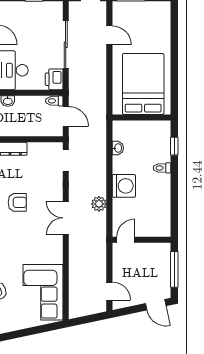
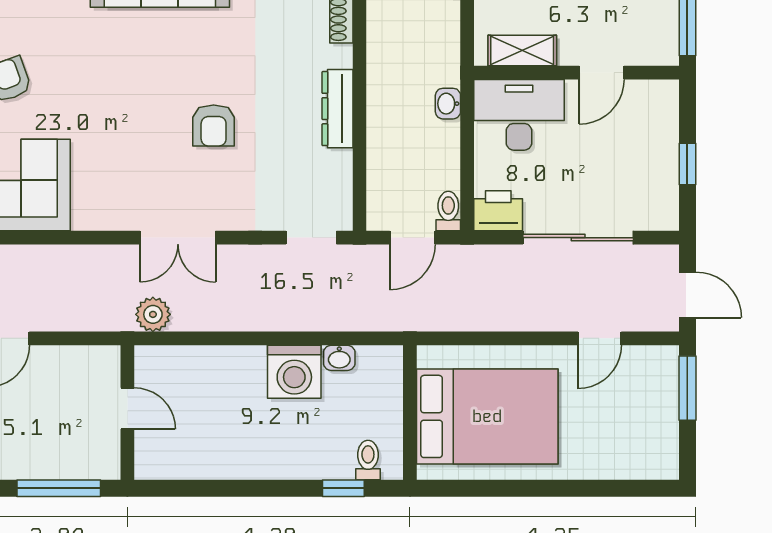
toilet: (162, 168) -> (368, 460), moved
washing machine: (124, 186) -> (294, 372), moved
plant: (99, 204) -> (153, 314), moved
double door: (66, 218) -> (178, 238), swing flipped
door: (126, 240) -> (127, 408), moved

